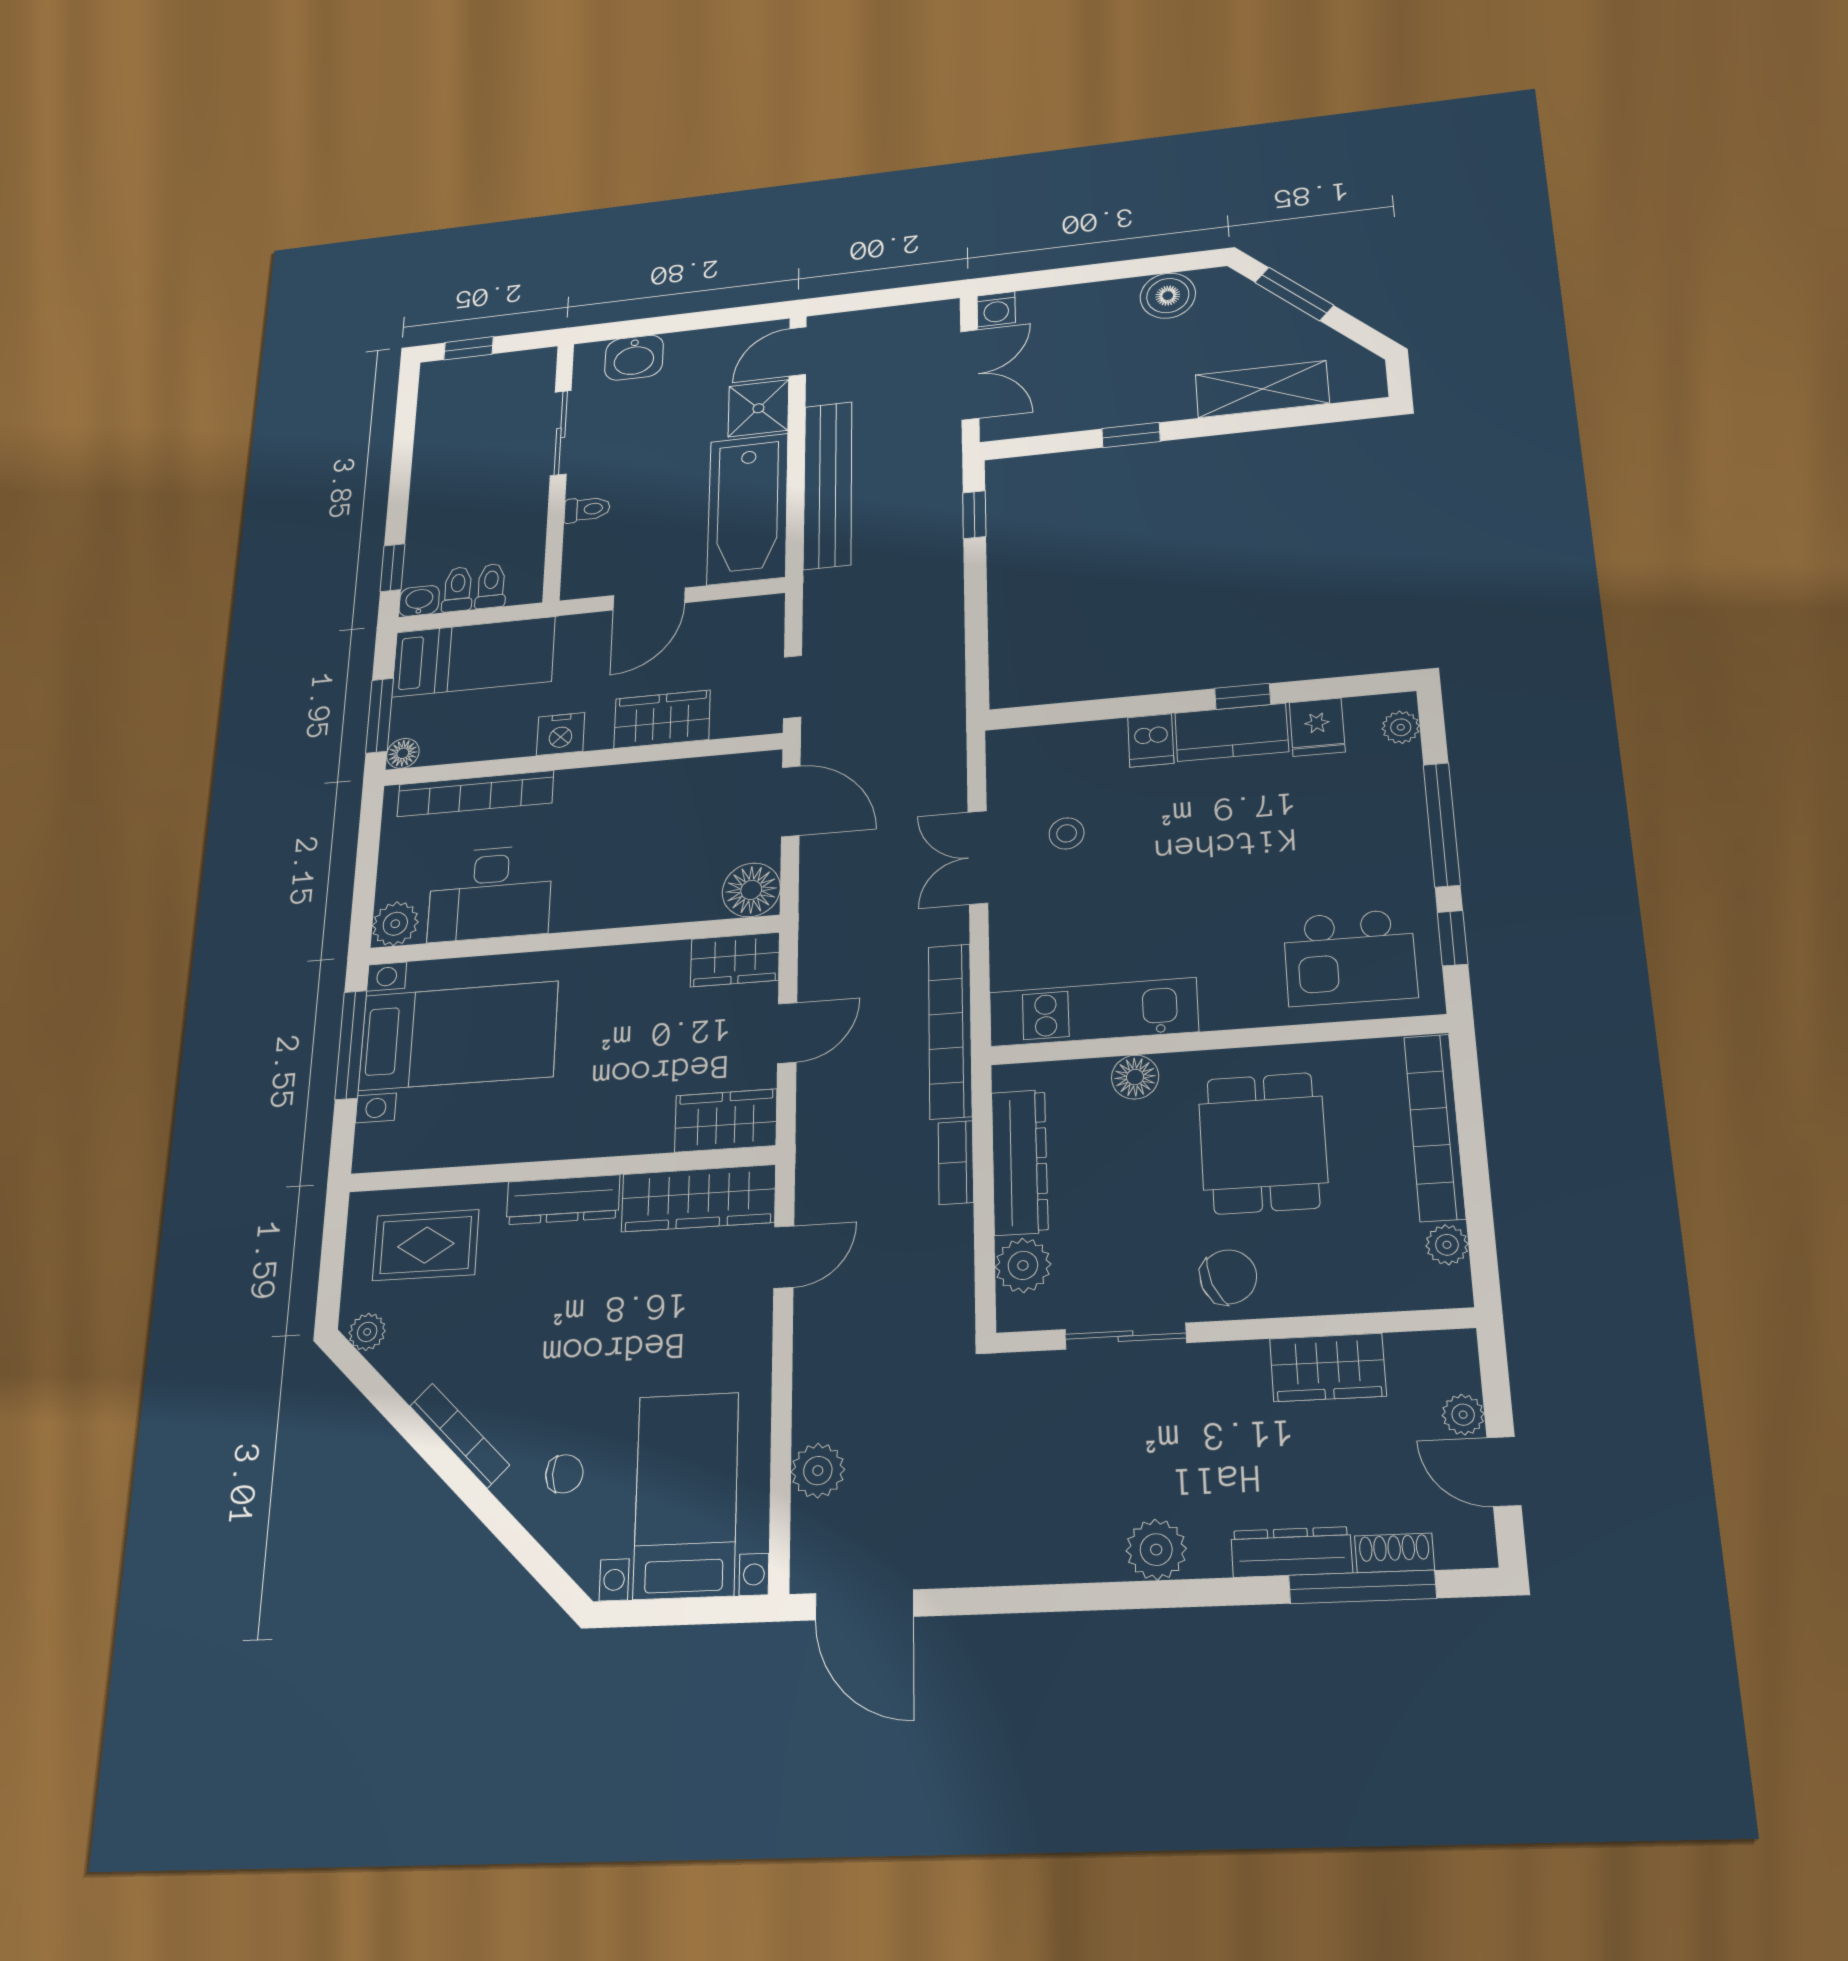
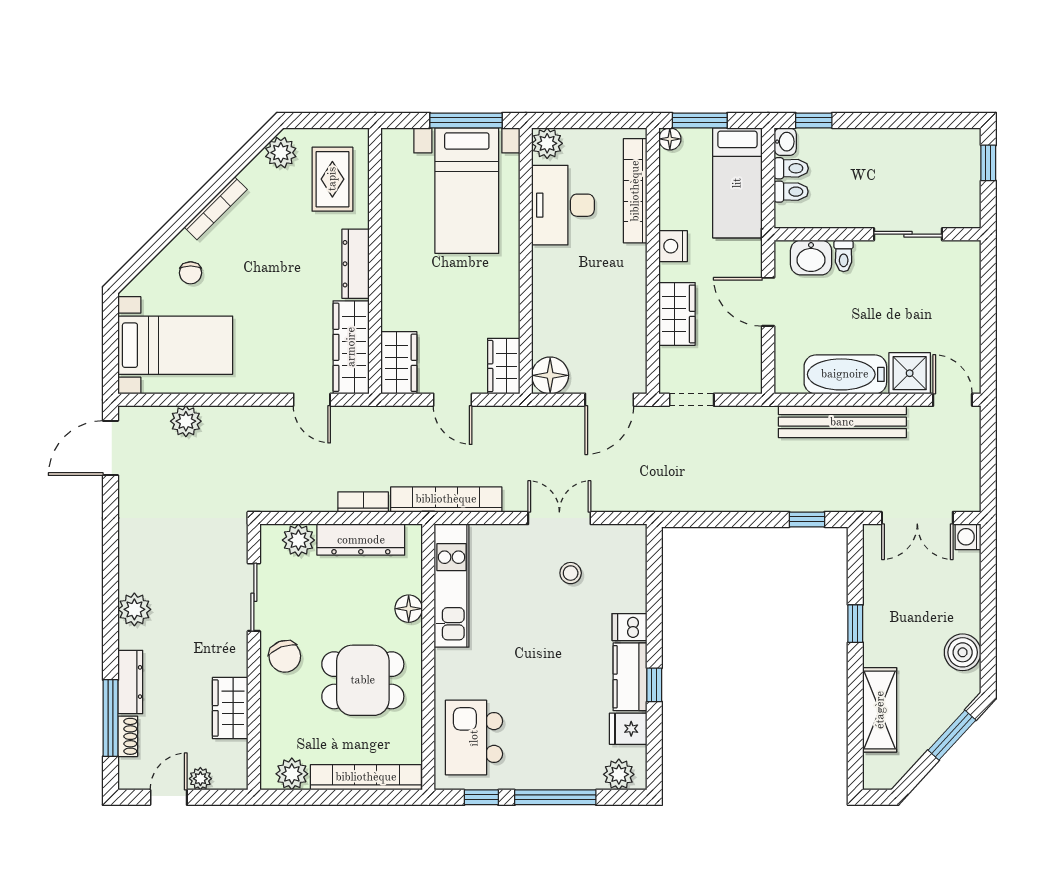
washbasin: (634, 358) -> (811, 258), moved, turned -90
bathtub: (748, 509) -> (845, 374), width x0.73, depth x0.73
plant: (1401, 727) -> (619, 774), width x1.38, depth x1.38
plant: (1447, 1245) -> (292, 774), width x1.38, depth x1.38
plant: (367, 1332) -> (281, 153), width x1.38, depth x1.38

